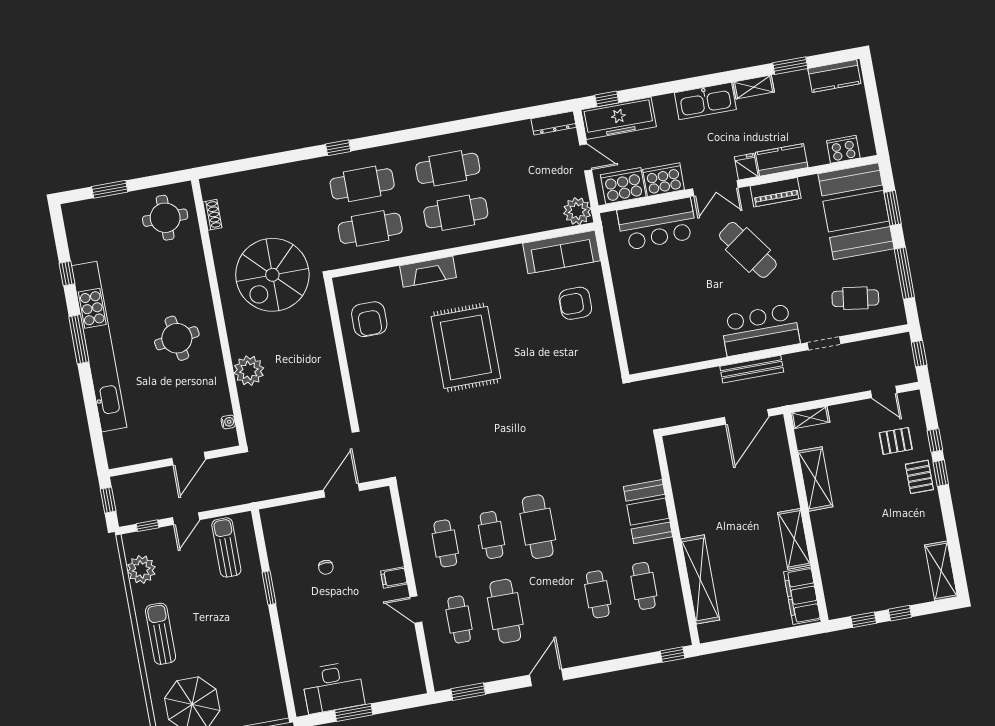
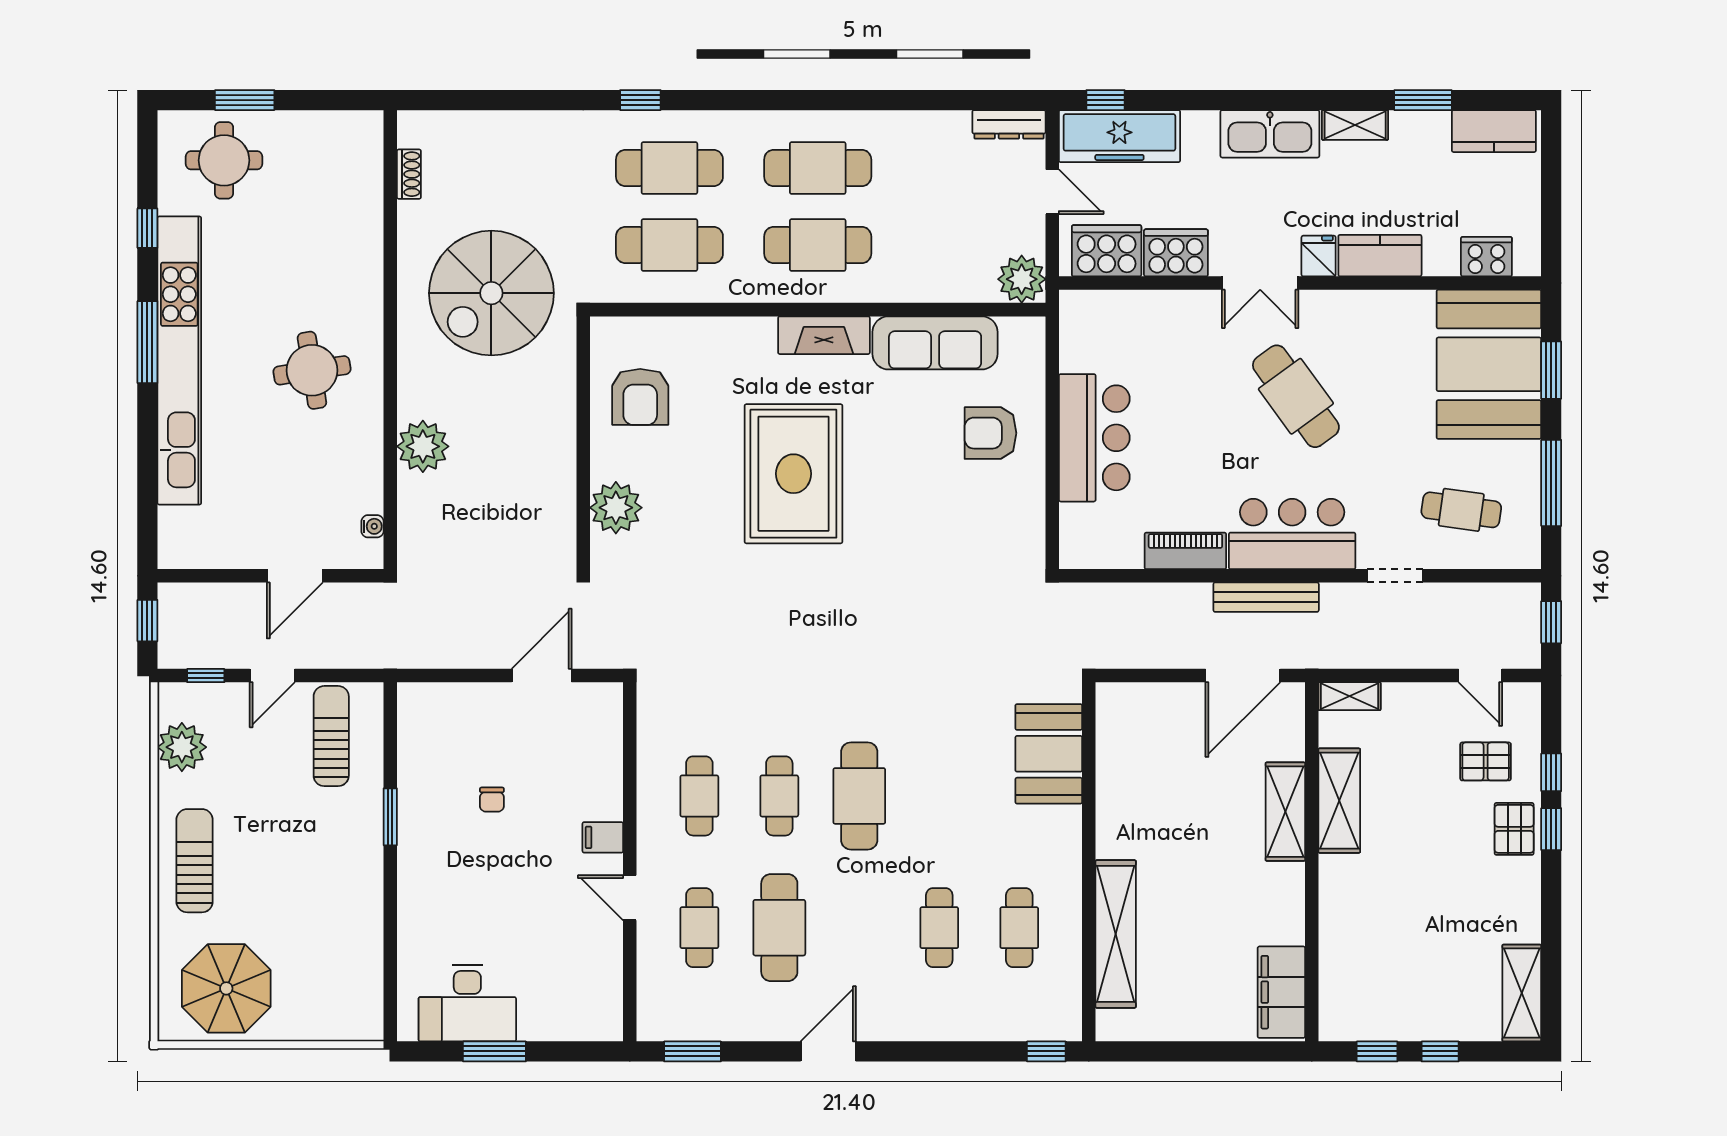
piano: (776, 192) -> (1185, 551), moved, turned 180
round table: (165, 218) -> (224, 160), moved
bar counter: (657, 224) -> (1094, 438), moved, turned -90
sofa: (562, 252) -> (935, 343), moved
fireplace: (428, 272) -> (824, 335), moved
plant: (367, 386) -> (616, 508), added
booth: (648, 512) -> (1049, 754), moved
shelving: (794, 539) -> (1285, 812), moved

